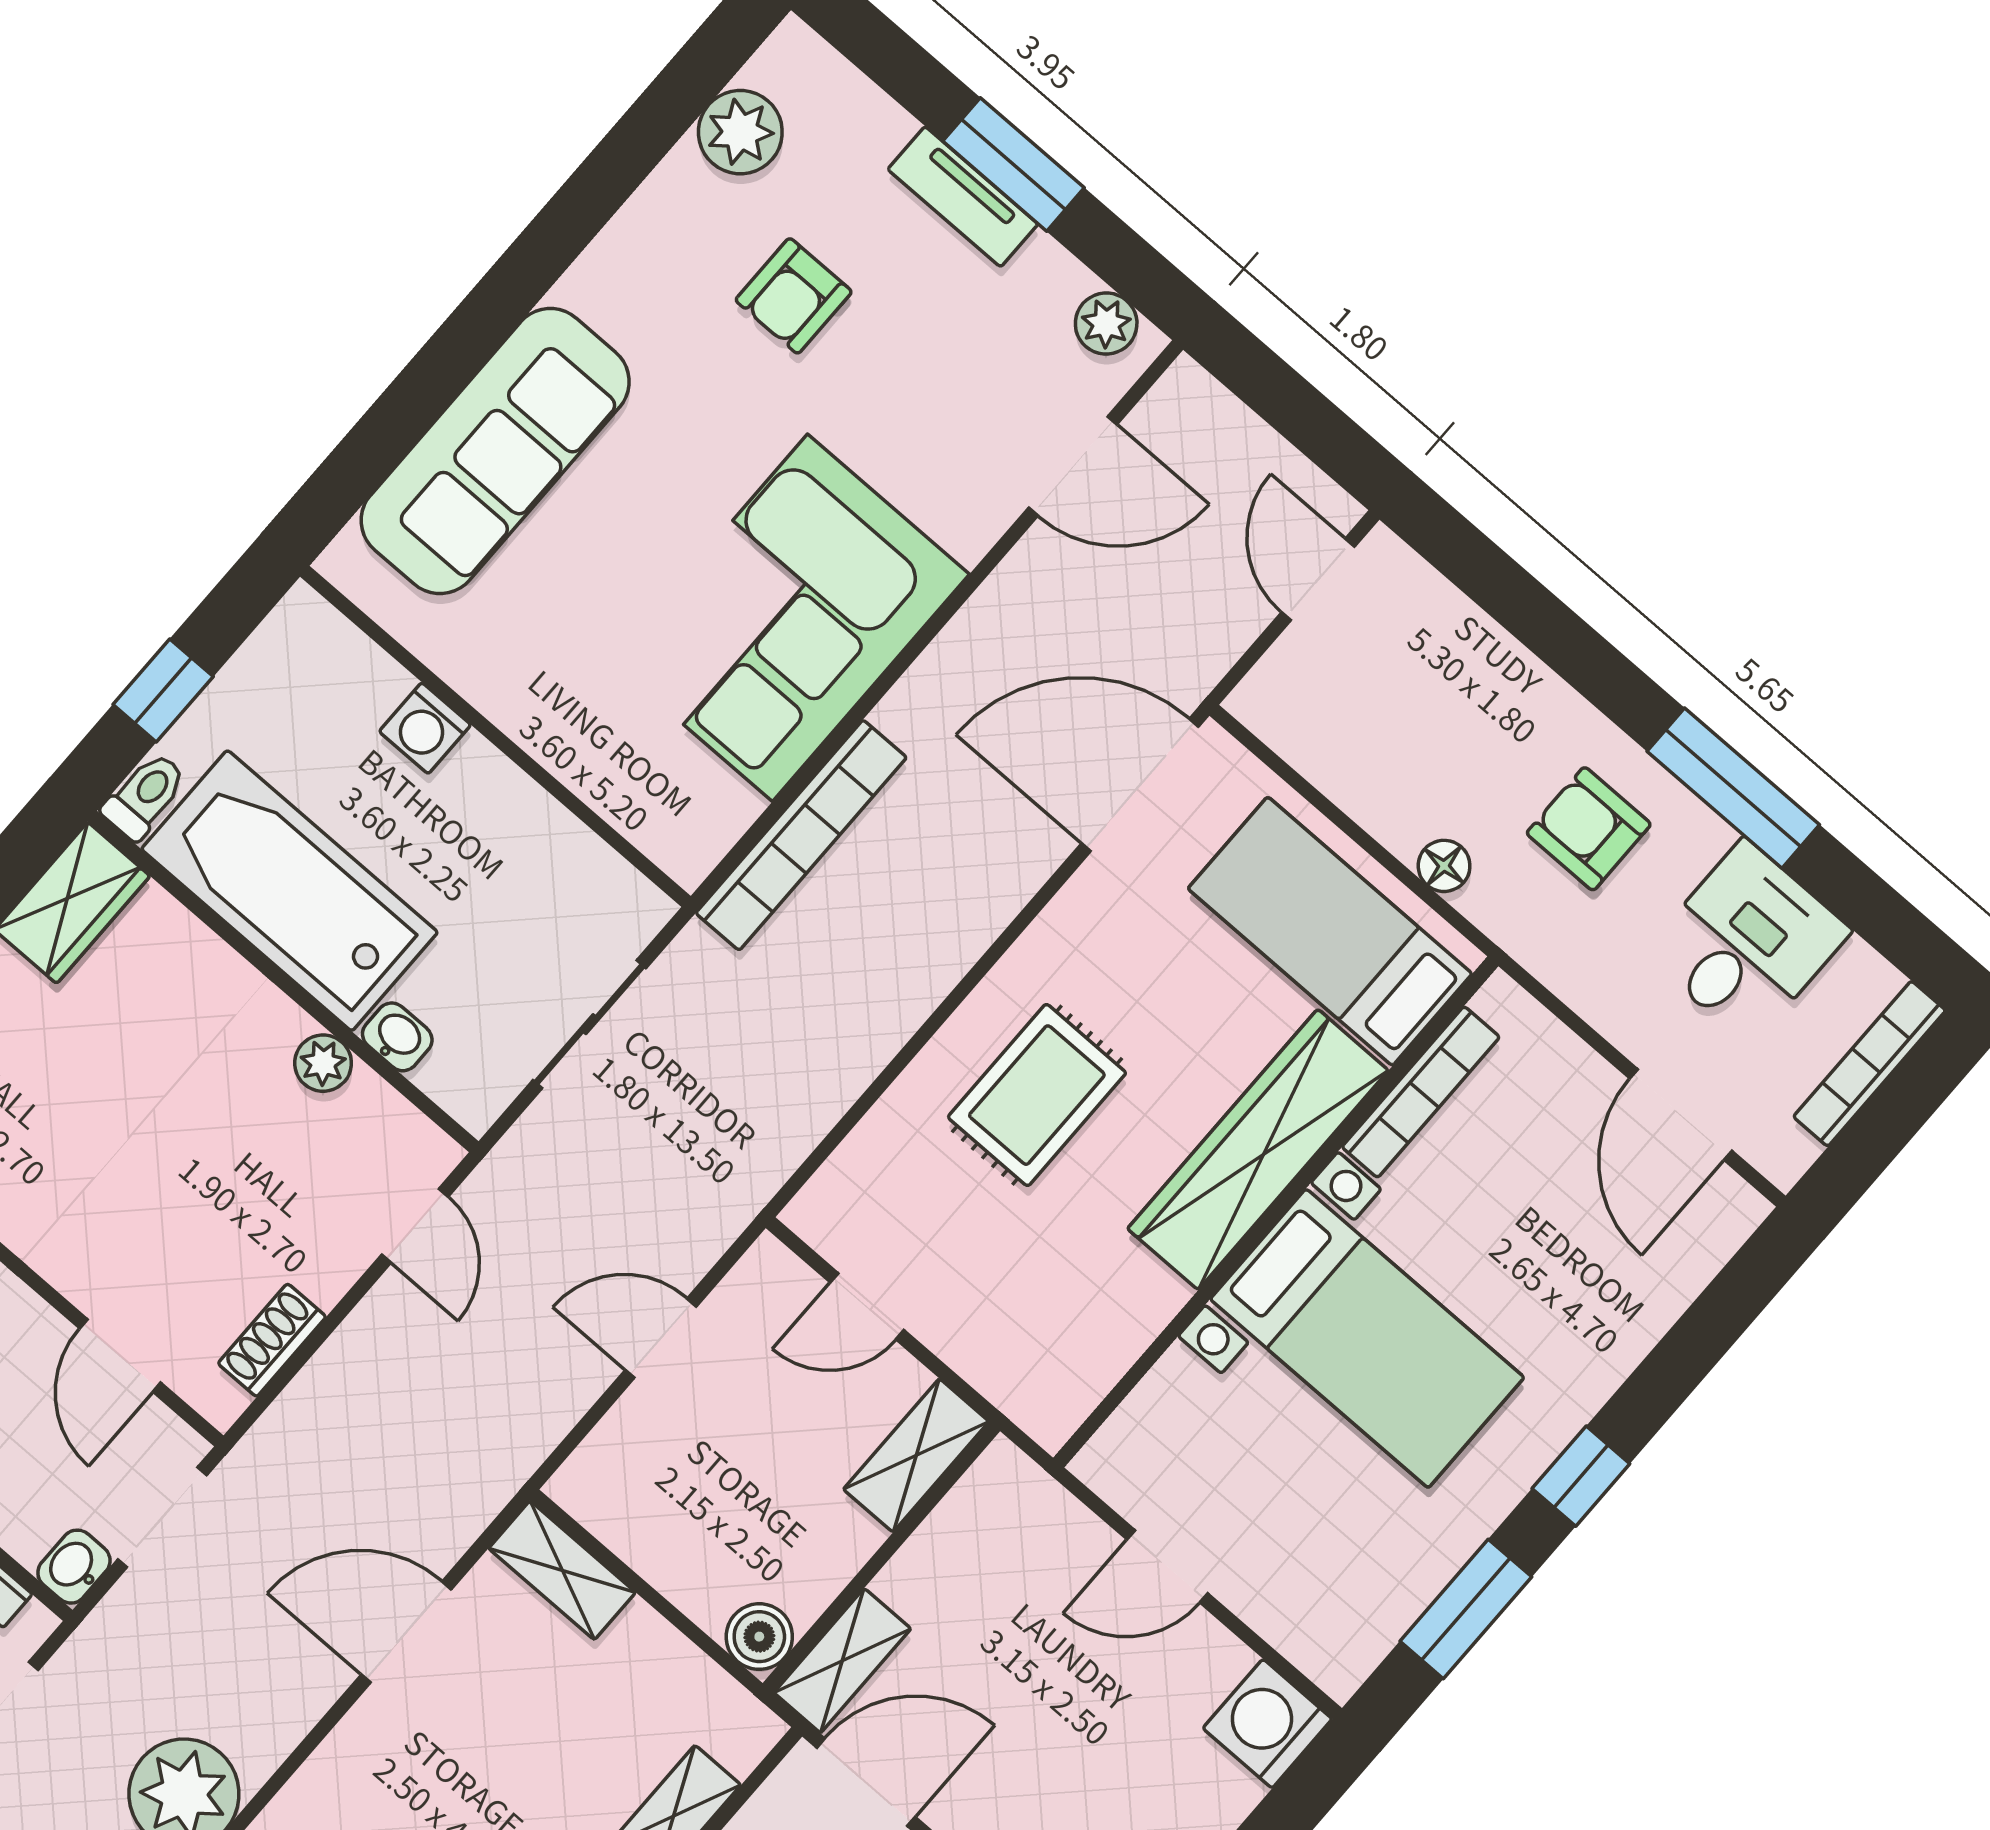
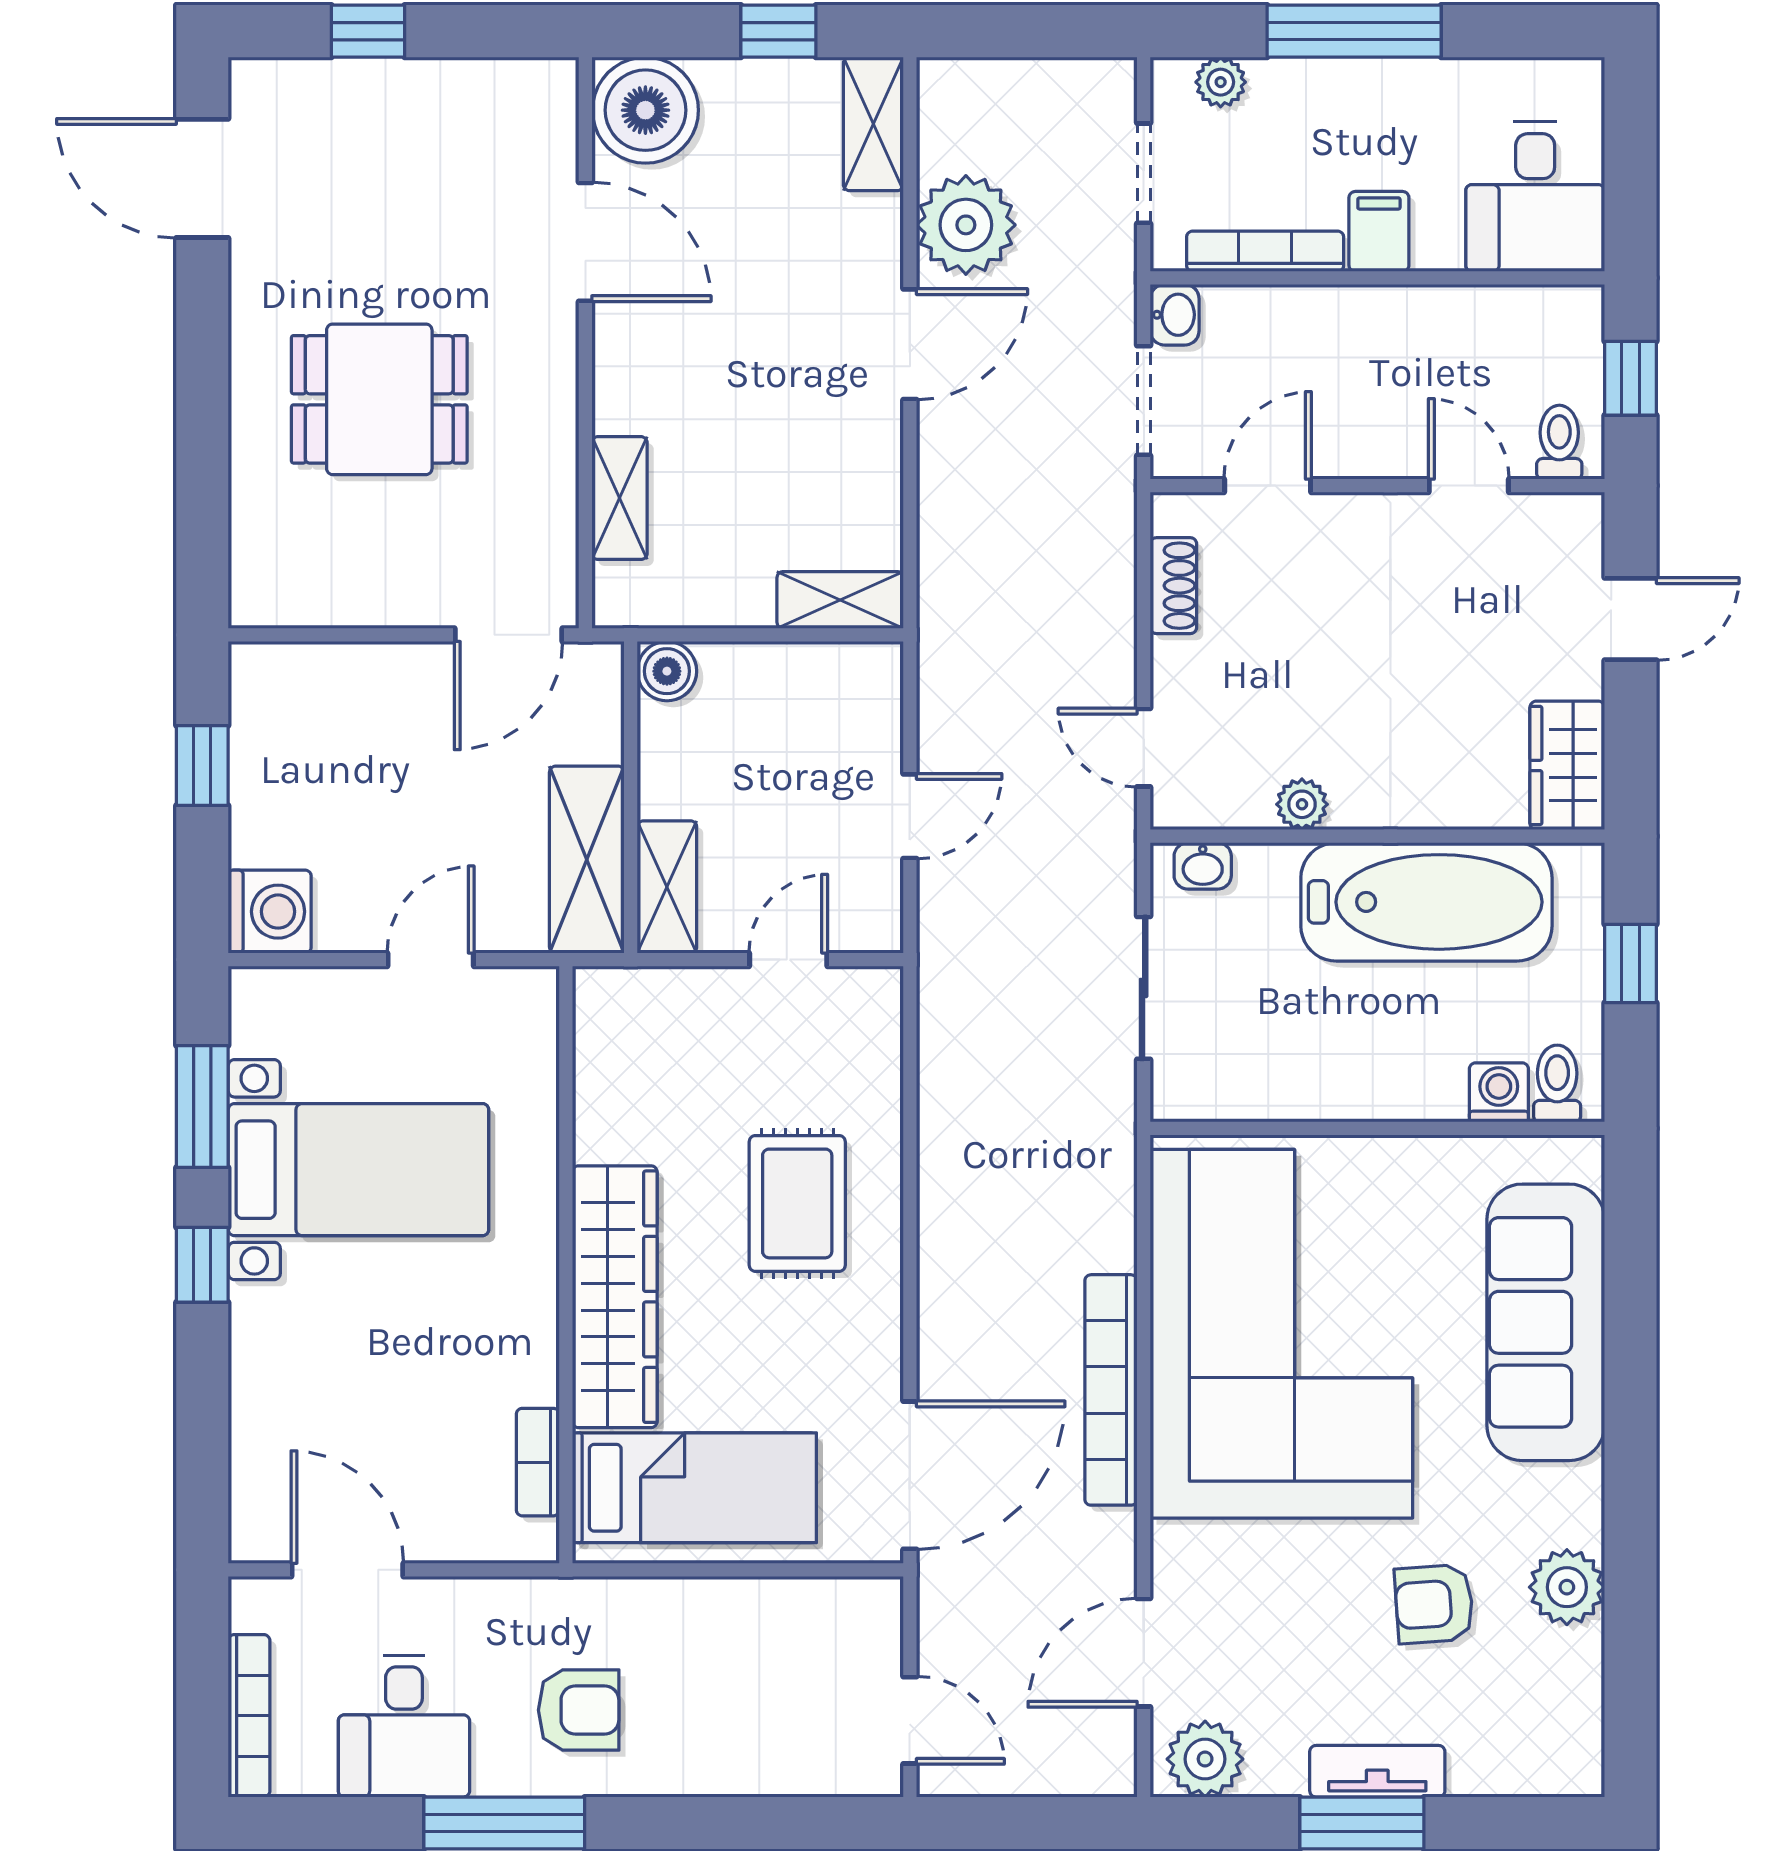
plant: (740, 132) -> (1567, 1587), moved
armchair: (794, 296) -> (1434, 1604), turned -94
plant: (1106, 324) -> (1205, 1759), width x1.38, depth x1.38
corner sofa: (790, 618) -> (1281, 1334), width x1.36, depth x1.36
washing machine: (425, 728) -> (1499, 1092), moved
toilet: (145, 796) -> (1557, 1083), moved, turned 180
bookcase: (801, 835) -> (1111, 1390), moved
floor lamp: (1444, 866) -> (655, 1599), removed
washbasin: (397, 1037) -> (1203, 866), moved
bookcase: (1421, 1092) -> (538, 1462), width x0.64
bed with nightstands: (1367, 1338) -> (358, 1170), moved, turned 180
door: (120, 1356) -> (1268, 486), hinge flipped
door: (406, 1632) -> (910, 344), moved
shelving: (842, 1661) -> (587, 860), moved, width x1.50, depth x1.33

